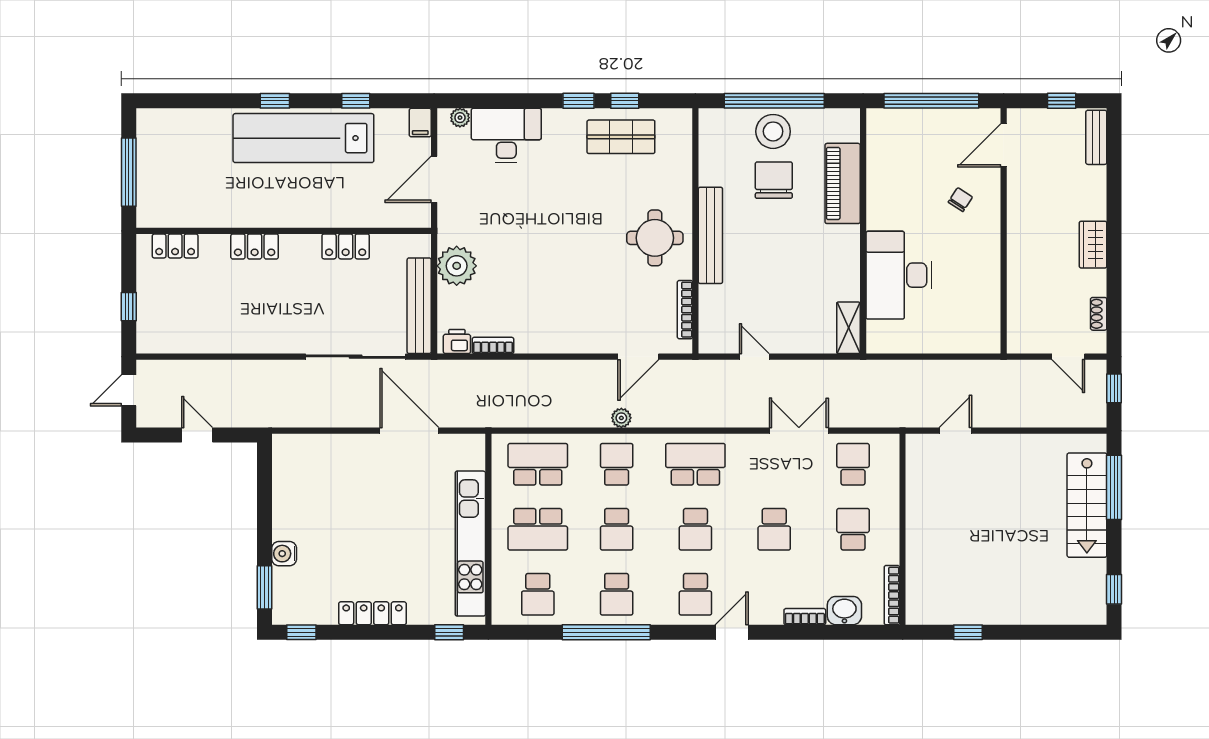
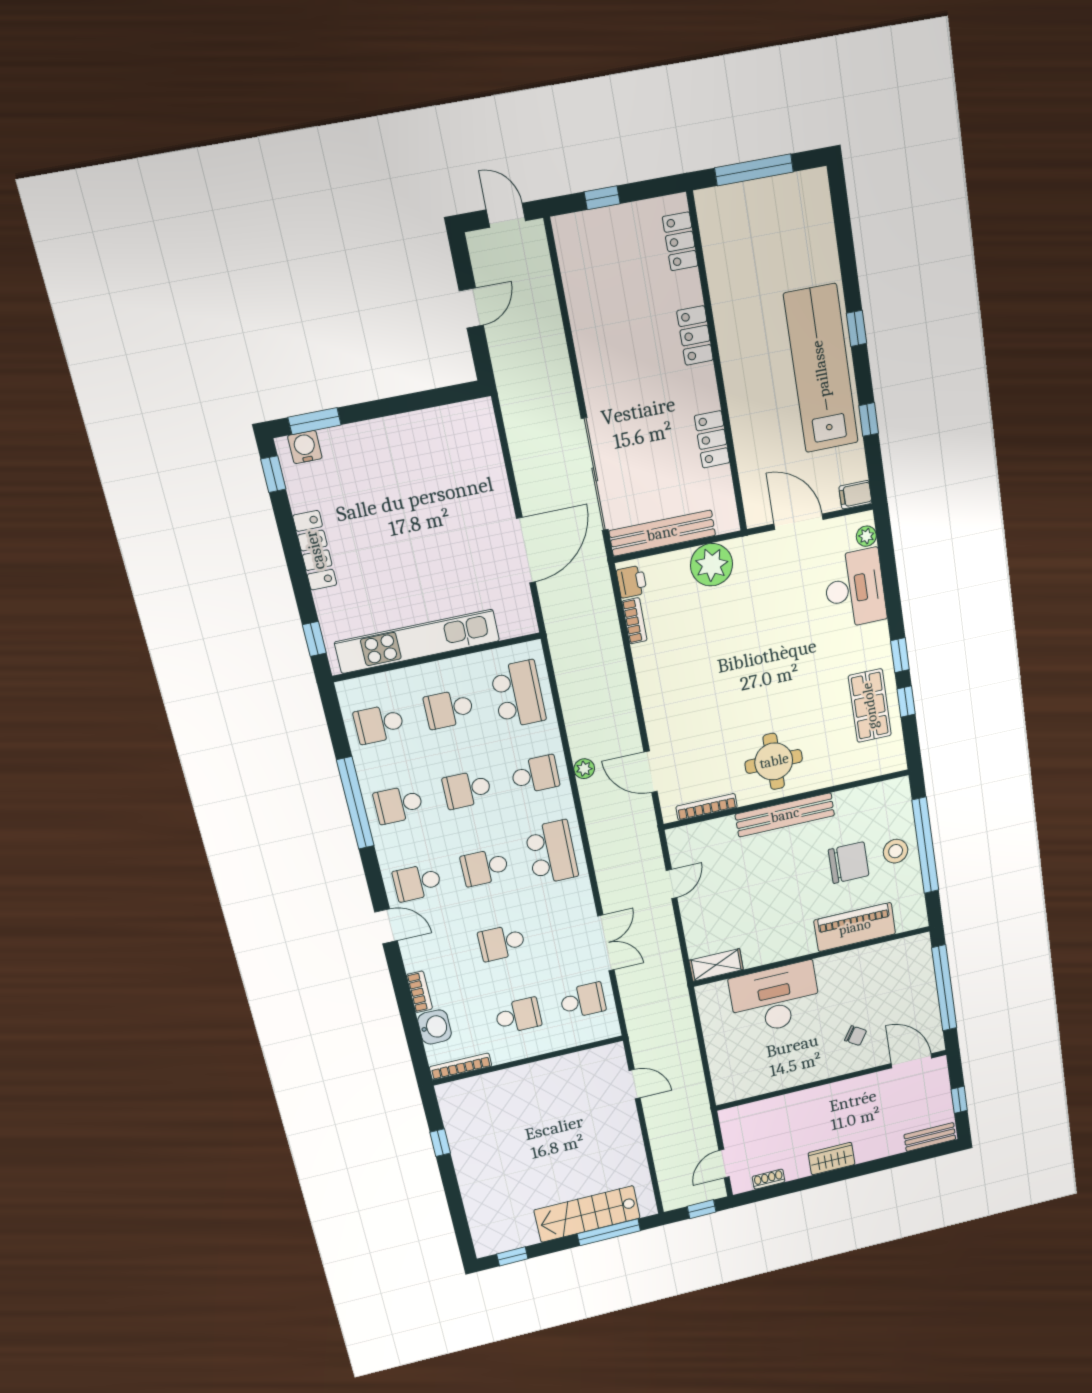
stool: (773, 131) -> (896, 851), width x0.73, depth x0.73
school desk: (538, 529) -> (449, 709), width x0.54
water cooler: (284, 554) -> (305, 447), moved

